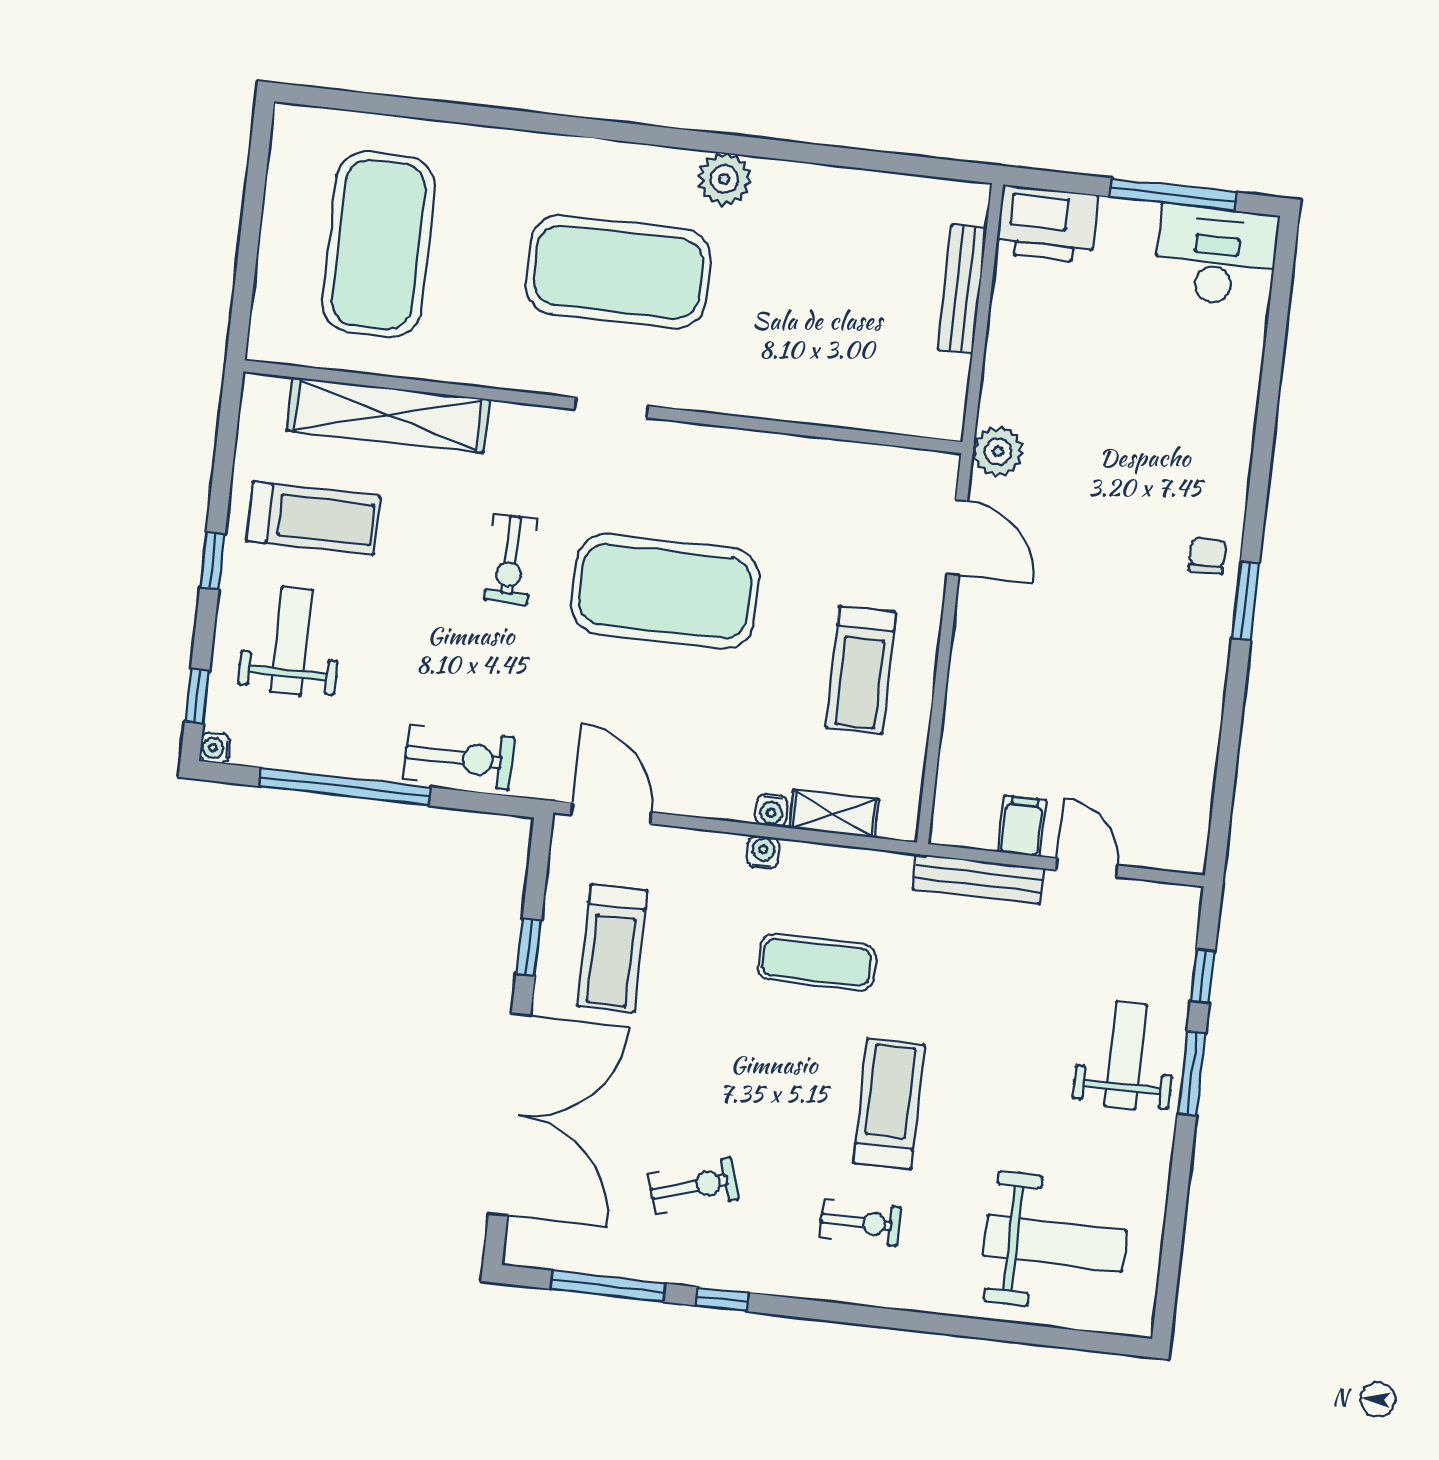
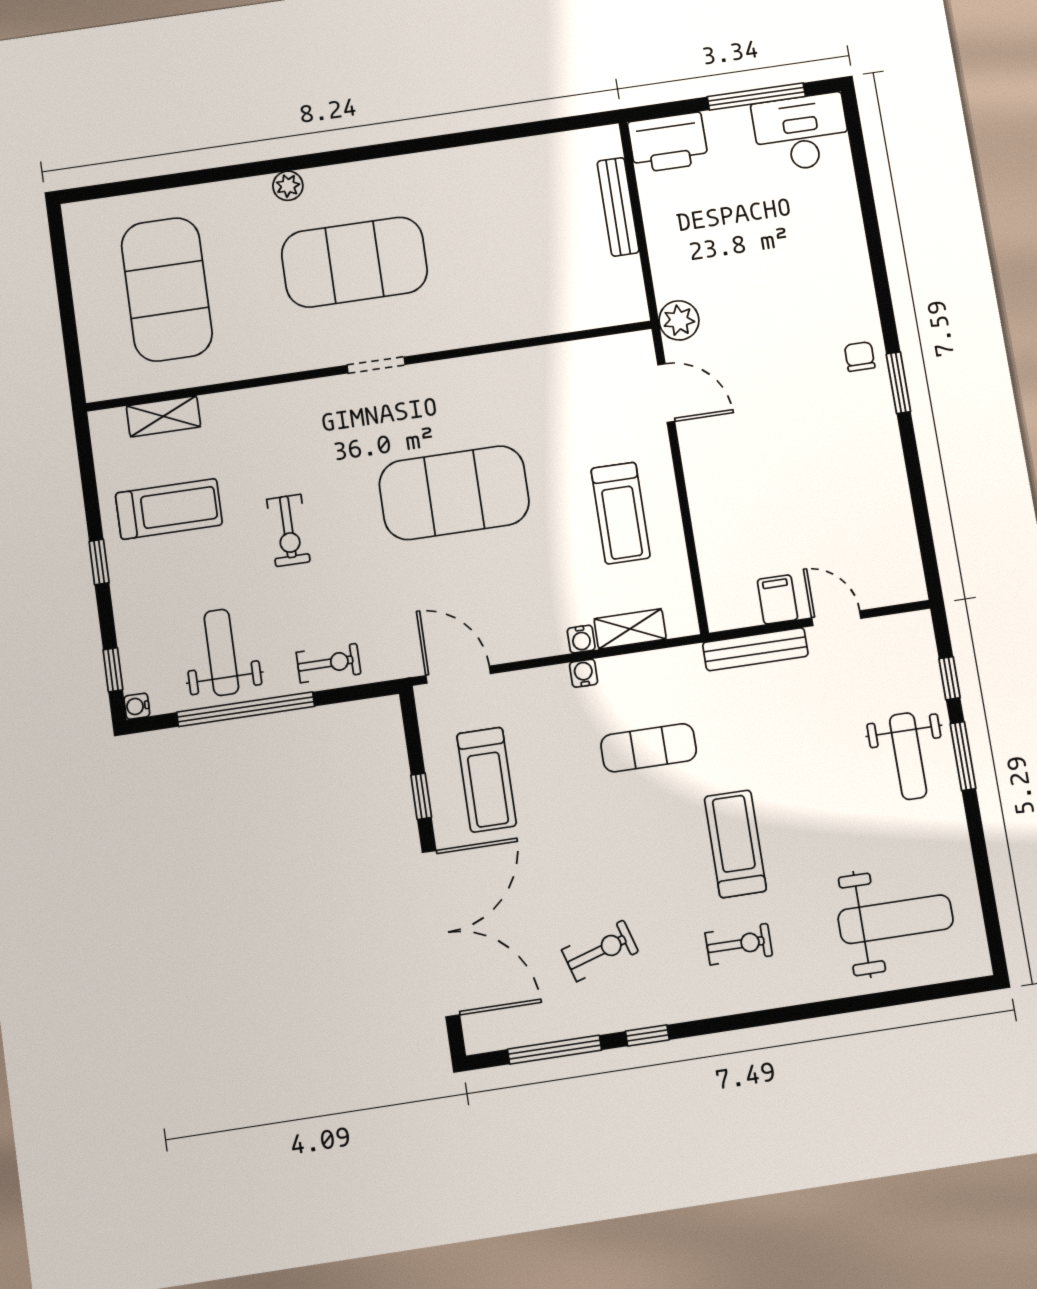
plant: (724, 179) -> (288, 186), moved, width x0.73, depth x0.73
shelving: (388, 415) -> (163, 416), width x0.45, depth x0.75
exercise bike: (510, 559) -> (288, 530), moved
weight bench: (292, 641) -> (221, 652), moved
exercise bike: (459, 758) -> (328, 663), width x0.73, depth x0.72
weight bench: (1126, 1056) -> (908, 756), turned 180

